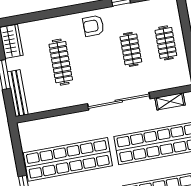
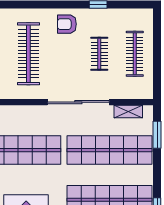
clothes rail: (166, 43) -> (135, 54), width x1.36
clothes rail: (61, 62) -> (28, 54), width x1.37, depth x1.31

